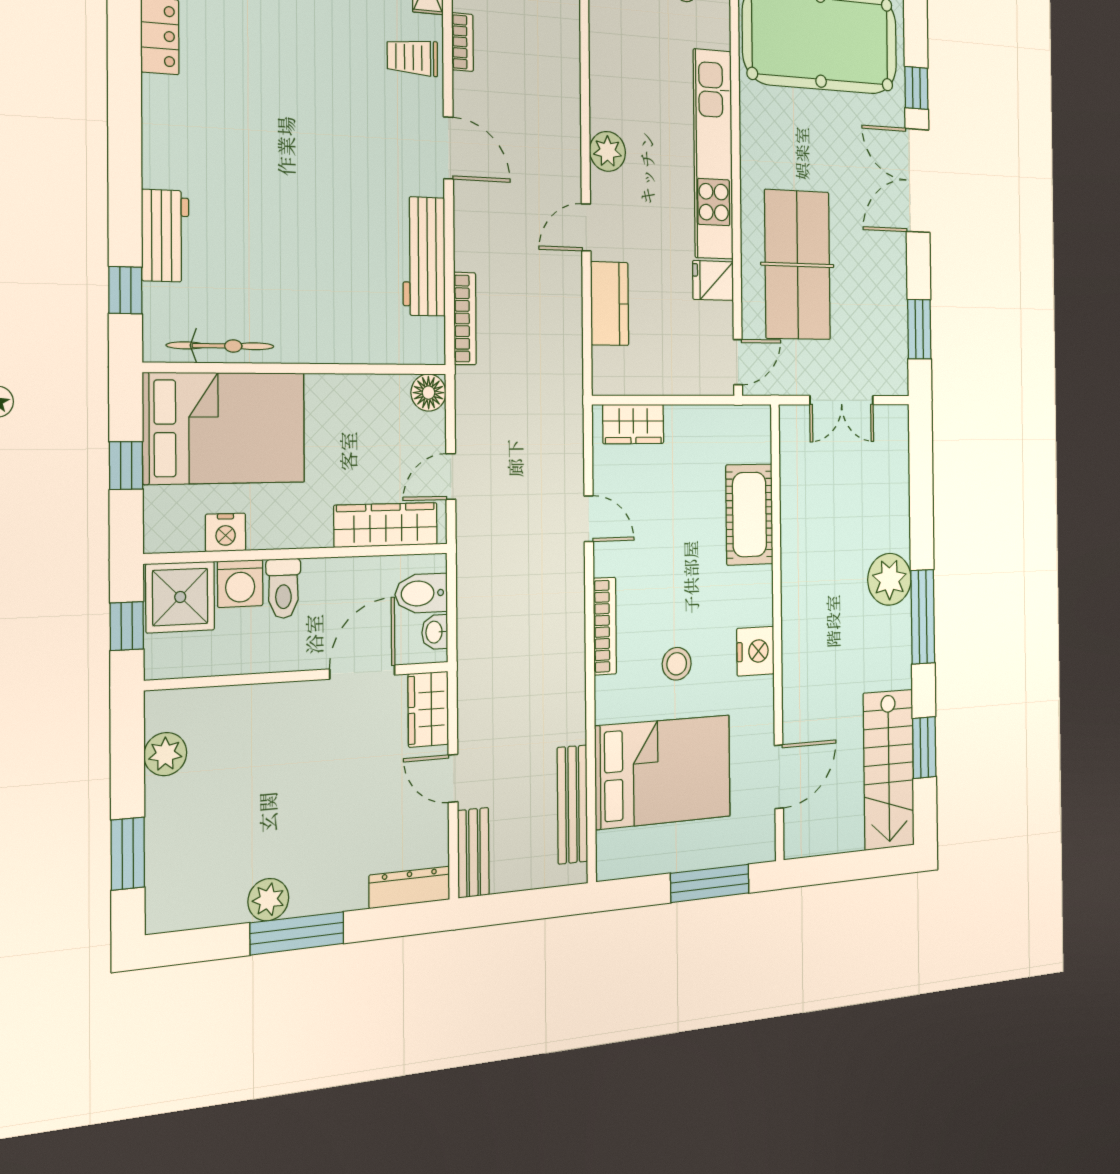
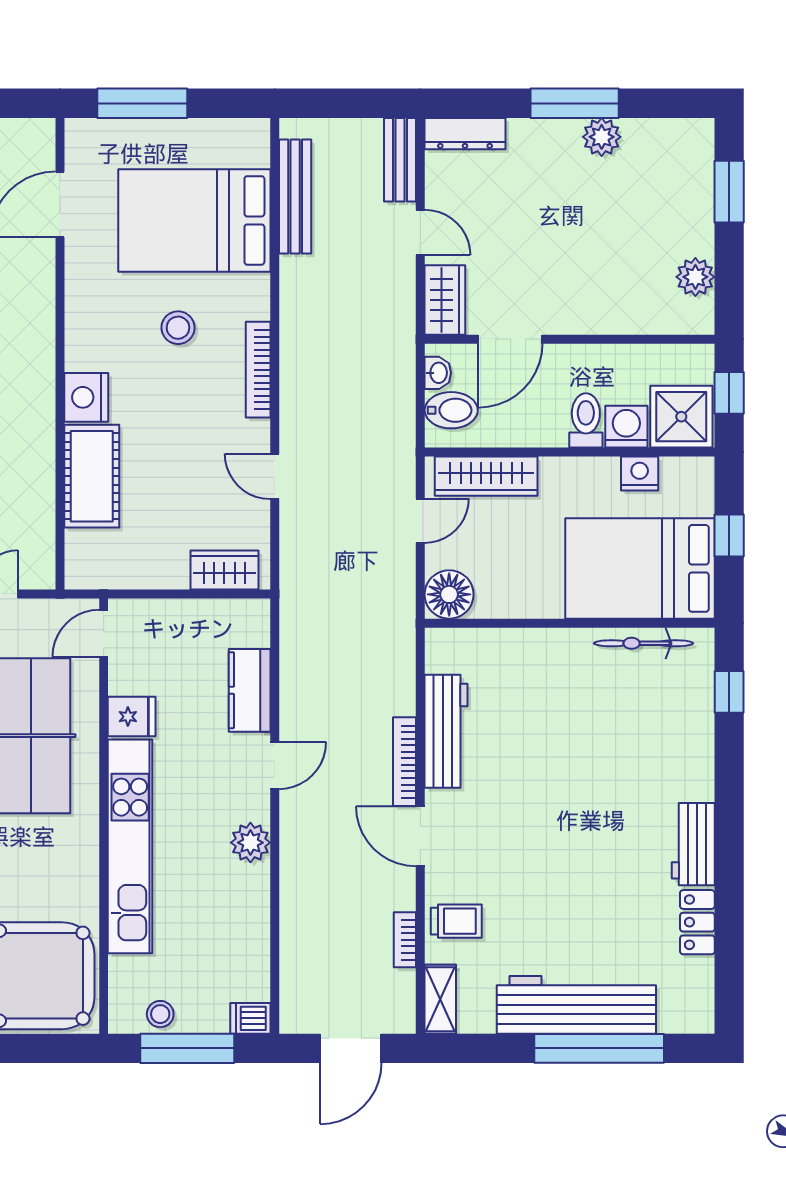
workbench: (165, 236) -> (693, 844), moved
bookcase: (465, 319) -> (405, 762), moved
floor lamp: (428, 393) -> (449, 594), width x1.38, depth x1.38
nightstand: (756, 651) -> (86, 397), moved

